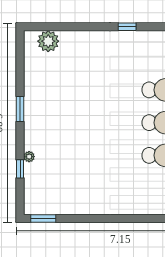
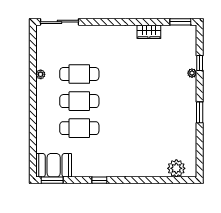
window: (127, 27) -> (99, 180), moved
wardrobe: (81, 207) -> (149, 32), added

